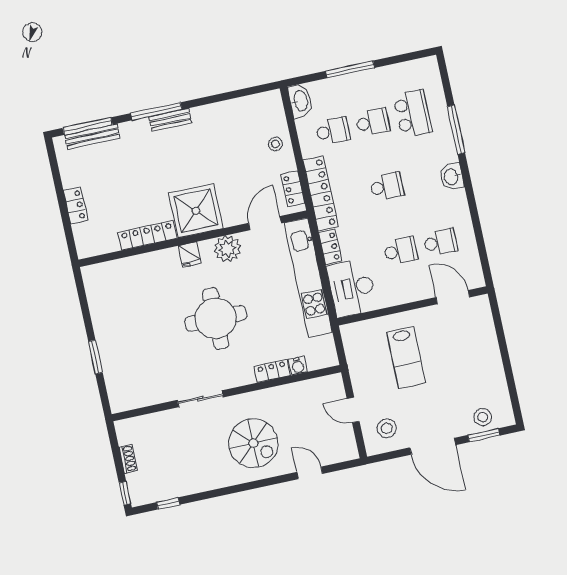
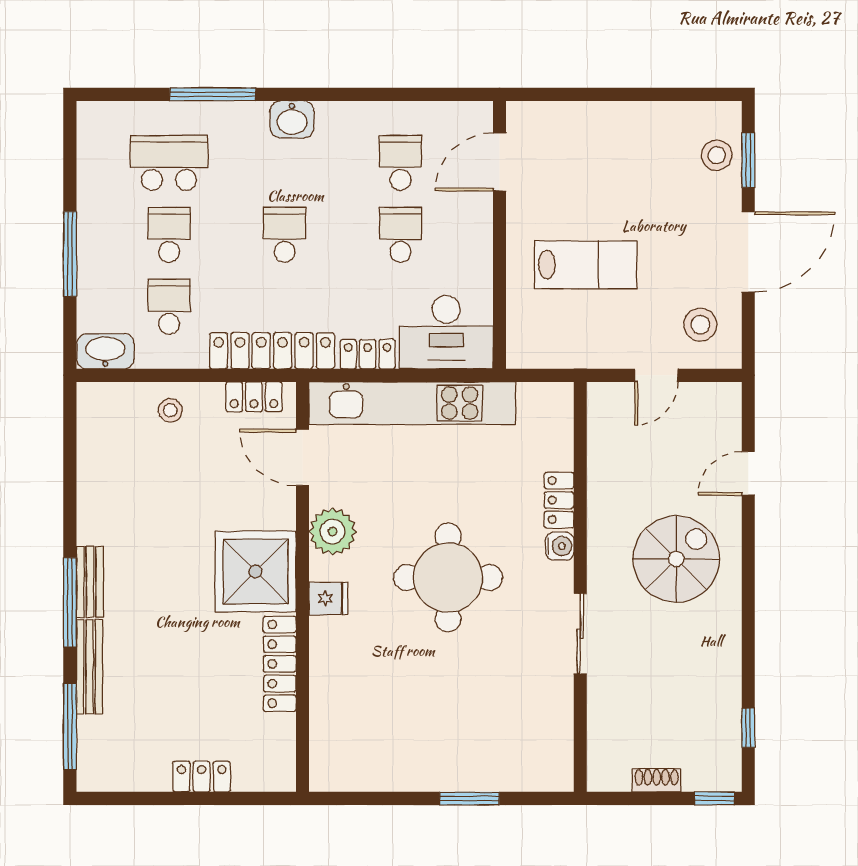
bench: (92, 137) -> (90, 667), moved
water cooler: (298, 366) -> (560, 546), moved

